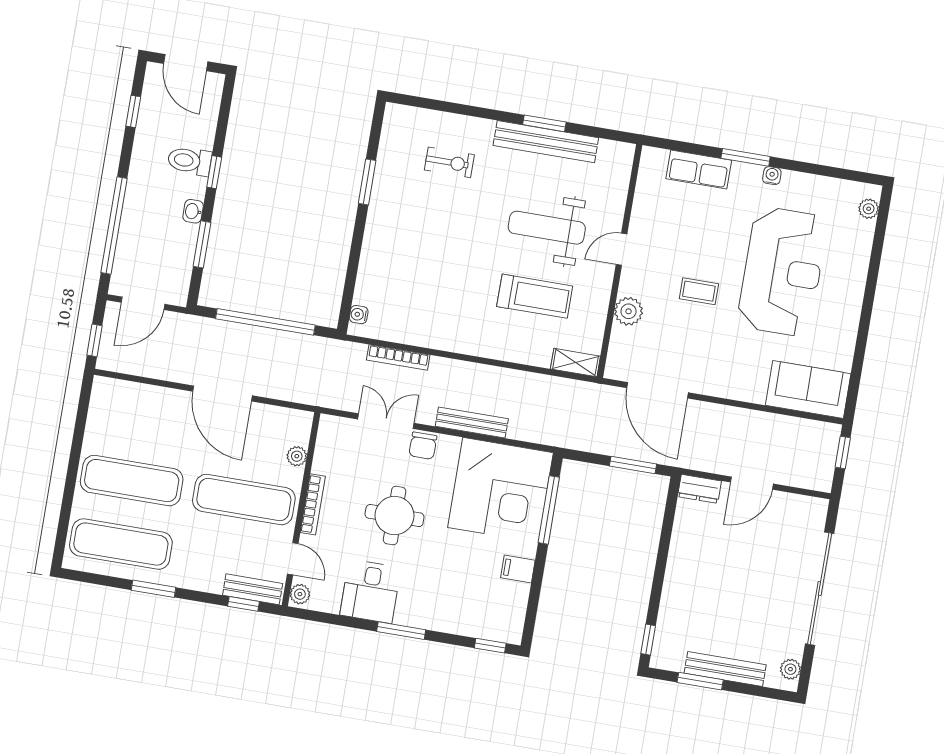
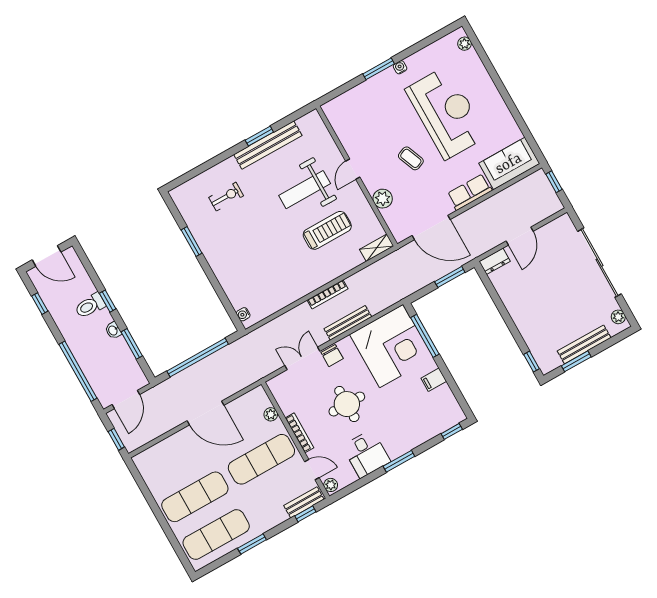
row of seats: (699, 170) -> (470, 192), moved, turned 180
coffee table: (699, 291) -> (411, 158), turned 68
bookcase: (398, 357) -> (327, 294), moved

